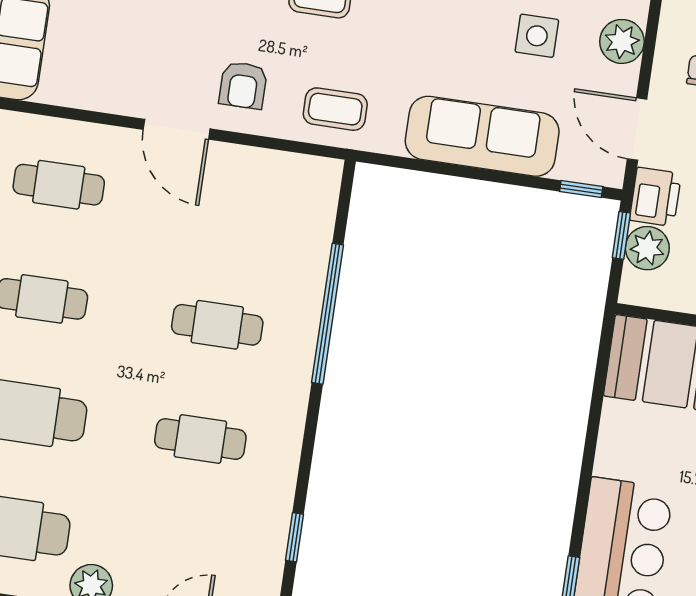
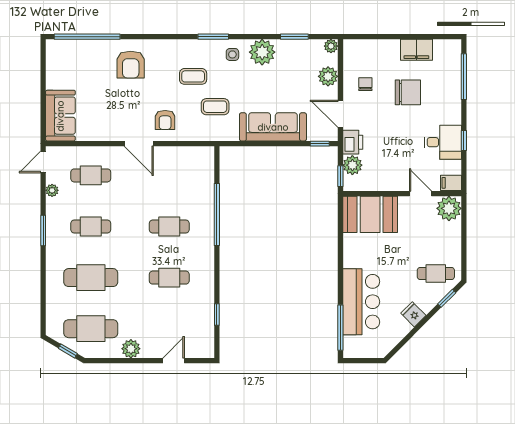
side table: (537, 36) -> (290, 79), removed
coffee table: (335, 109) -> (215, 107), moved
window: (621, 235) -> (340, 176), moved

